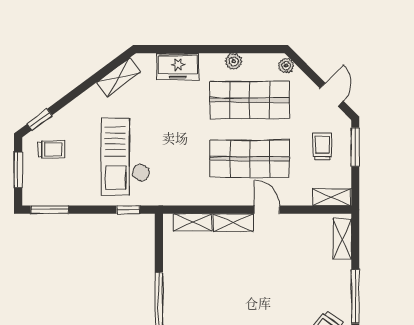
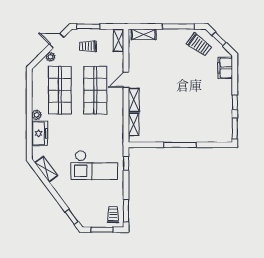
plant: (234, 61) -> (37, 115), moved
plant: (286, 66) -> (50, 57), moved
trolley: (51, 149) -> (113, 215), moved

